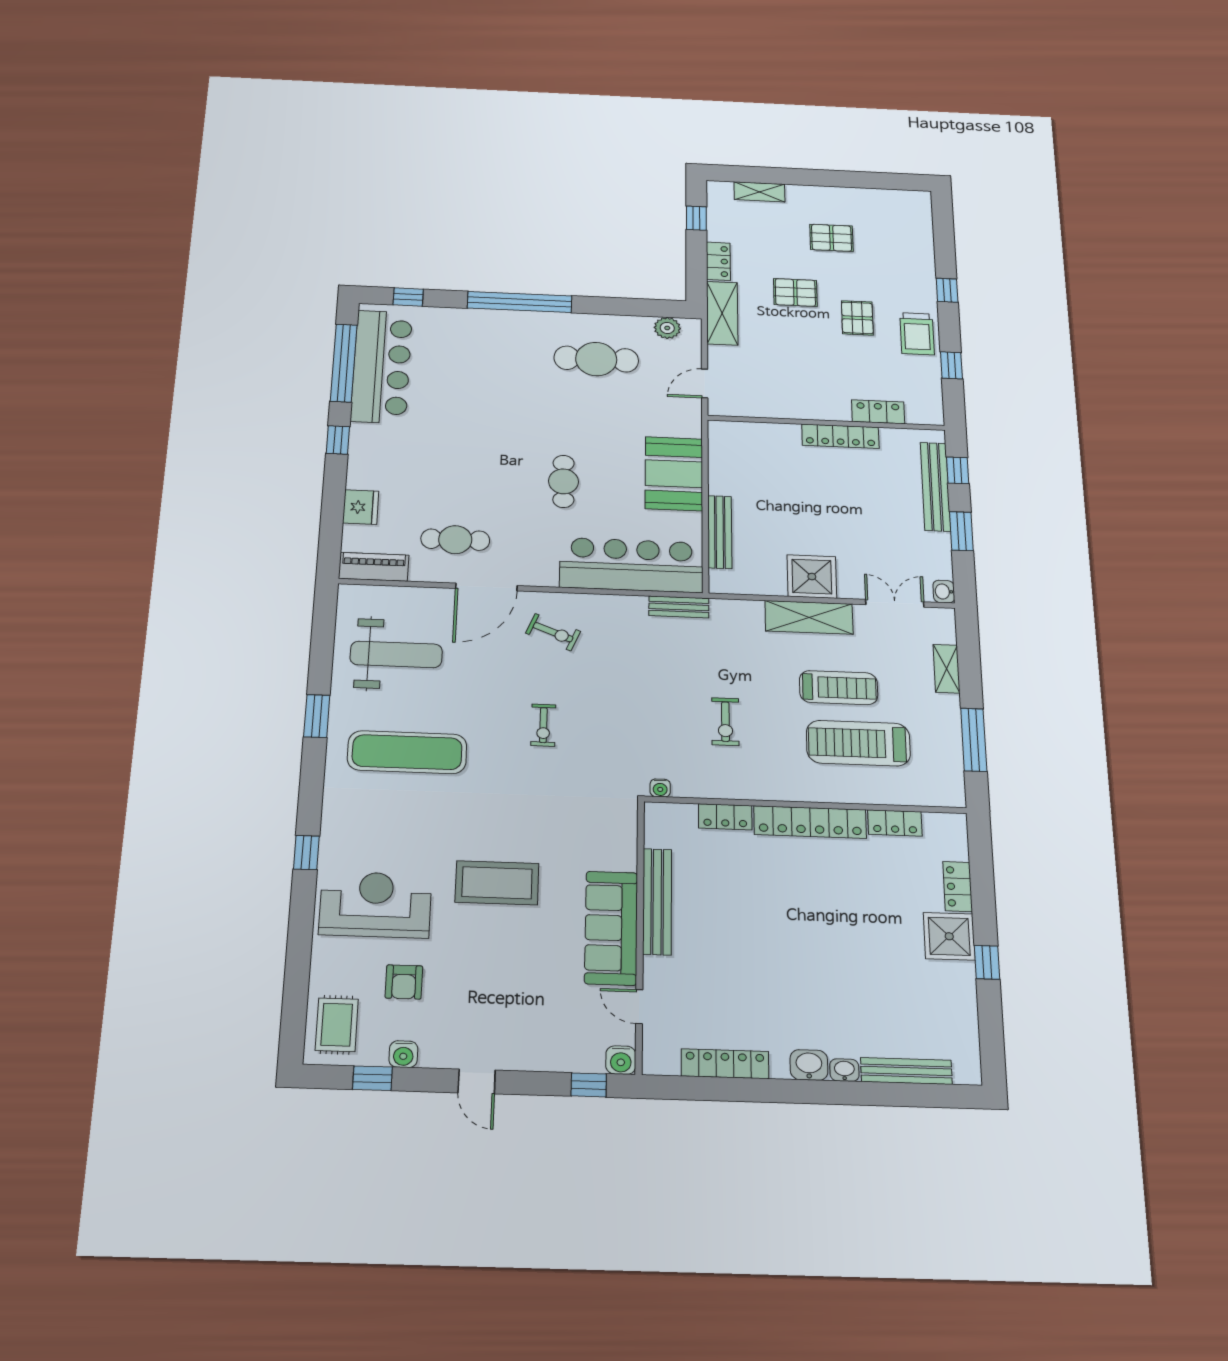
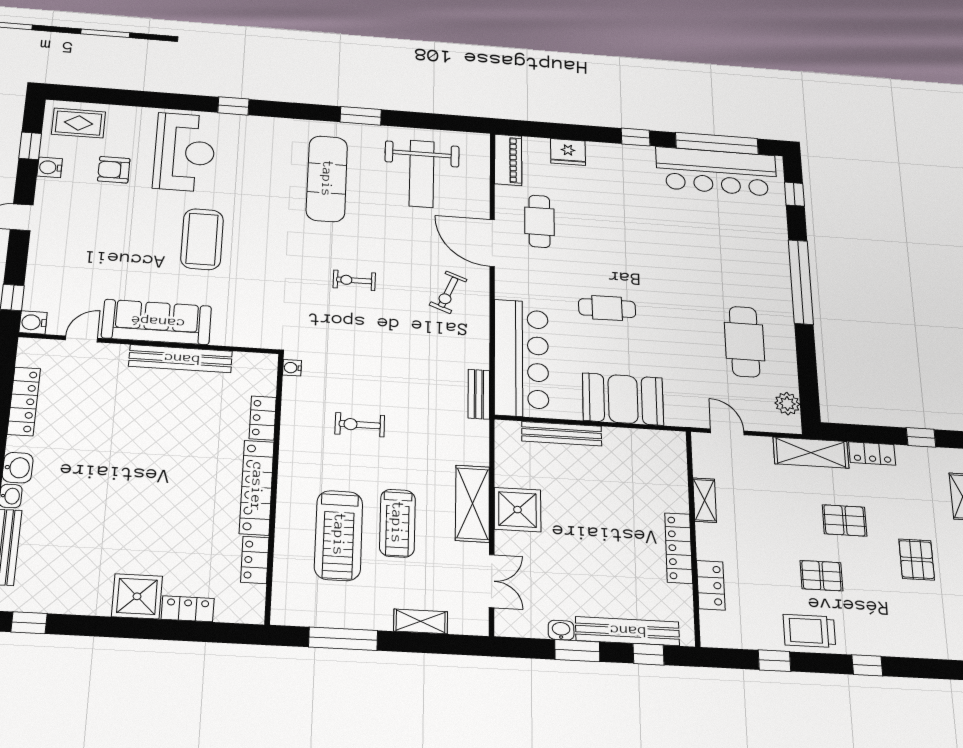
pallet: (795, 292) -> (845, 520), turned 90
shelving: (785, 410) -> (705, 500), added
washbasin: (944, 592) -> (561, 630), moved
treadmill: (858, 743) -> (339, 535), turned 180
window: (987, 962) -> (29, 623), moved

